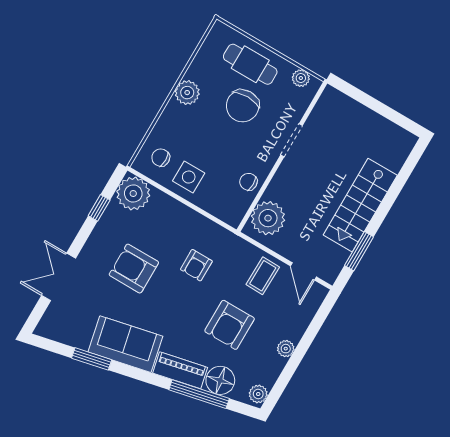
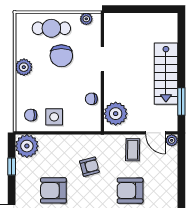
armchair: (196, 265) -> (89, 167), turned -105
armchair: (230, 325) -> (130, 191), turned 90
plant: (286, 349) -> (172, 140), moved

